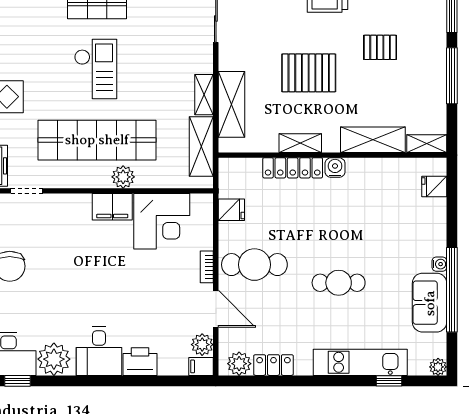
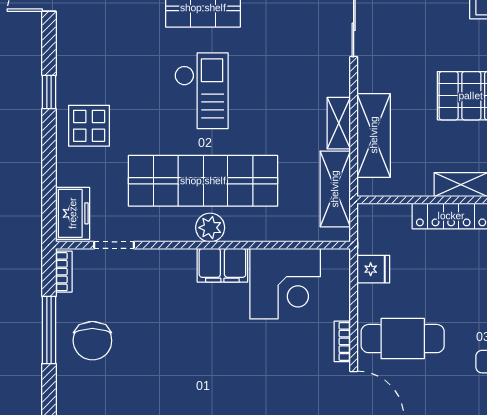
plant: (123, 177) -> (210, 228), moved

